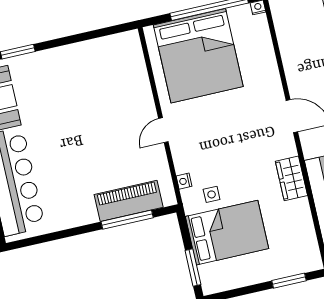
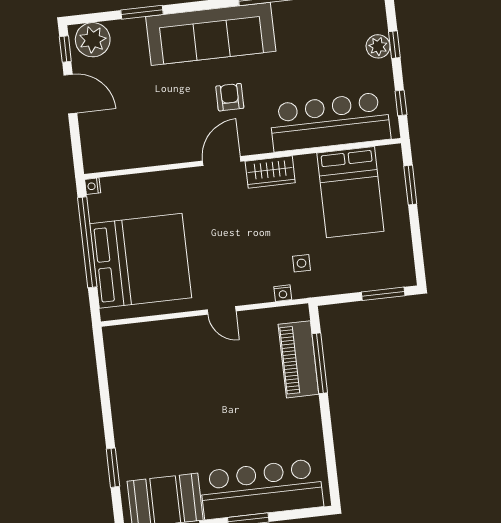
wardrobe: (291, 178) -> (270, 172), moved
bed: (227, 233) -> (350, 192), moved, turned 180

